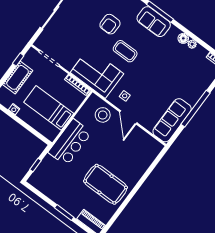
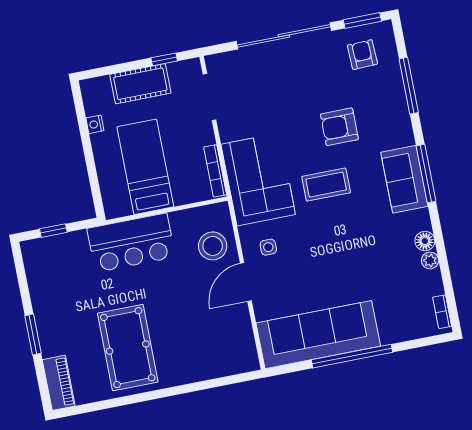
coffee table: (125, 51) -> (326, 185), turned 90
sofa: (172, 120) -> (318, 335), width x1.36, depth x1.27

